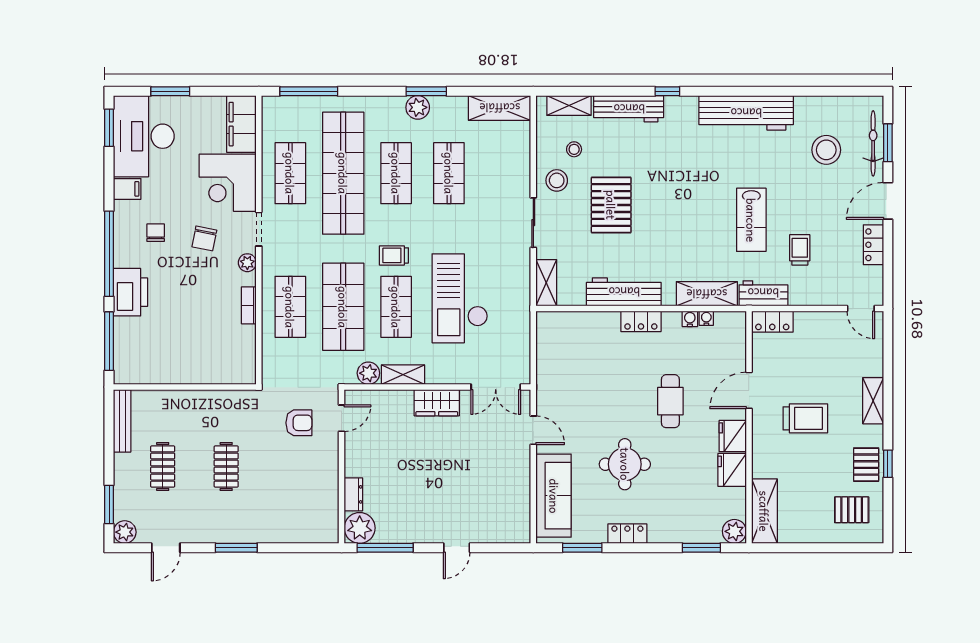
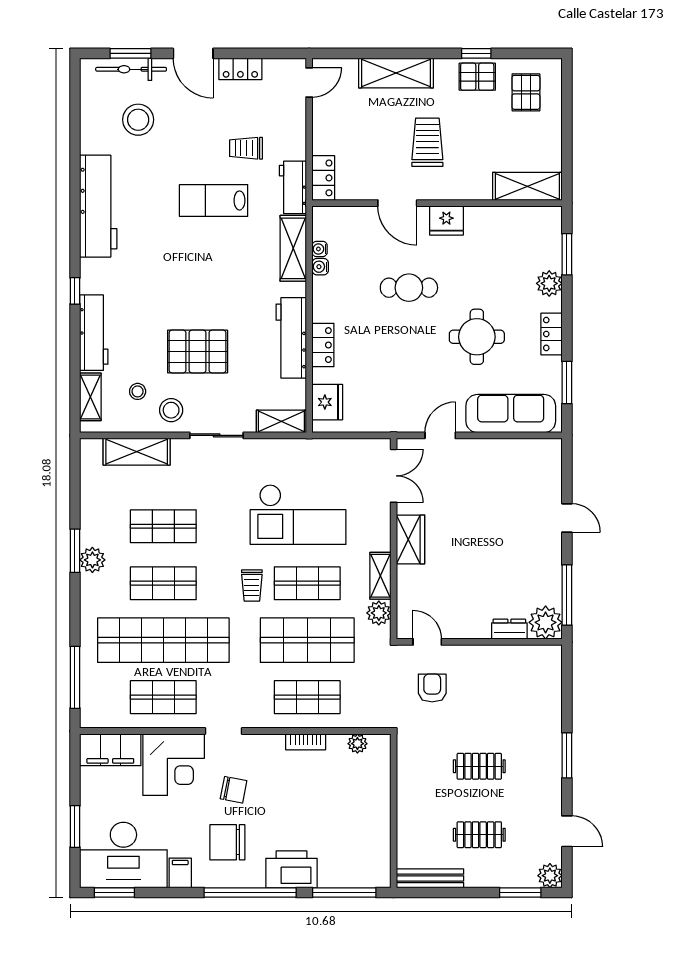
shelving: (500, 108) -> (137, 452), moved, turned 90
lab bench: (751, 220) -> (214, 200), turned 180
chair: (156, 233) -> (227, 842), width x1.87, depth x1.87
plant: (247, 263) -> (357, 744), moved
locker: (641, 321) -> (323, 345), moved
shelving: (873, 401) -> (396, 73), width x1.50, depth x1.33
fridge: (732, 470) -> (327, 402), moved, turned -90
plant: (734, 531) -> (549, 283), moved

